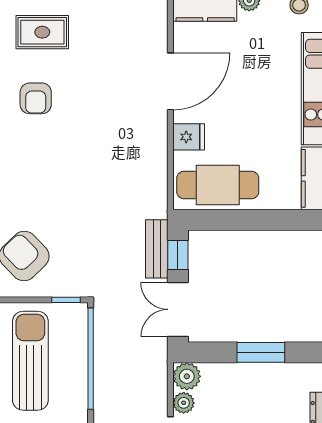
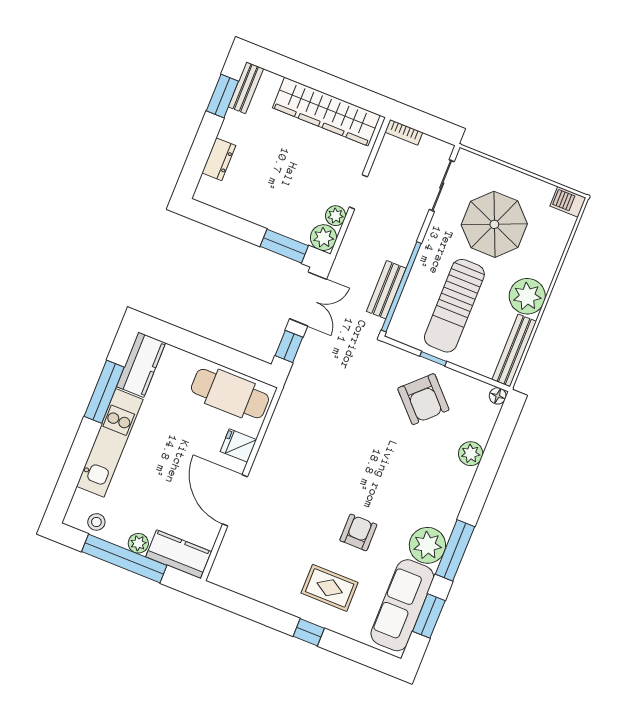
door: (170, 81) -> (235, 500), hinge flipped
bench: (157, 249) -> (386, 290), moved
window: (66, 300) -> (433, 359), moved
window: (261, 352) -> (284, 246), moved

